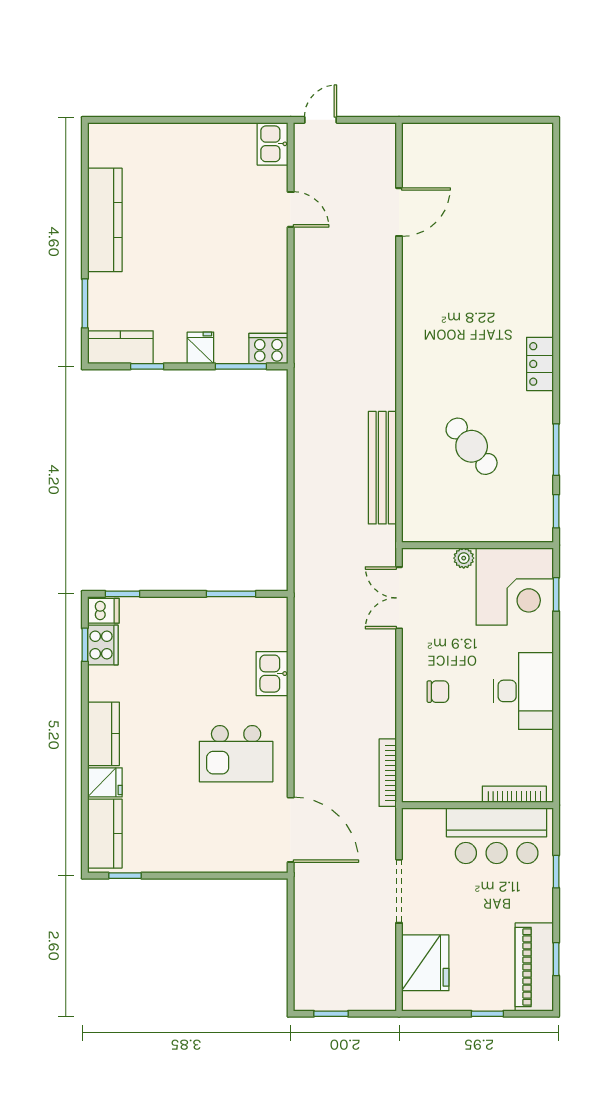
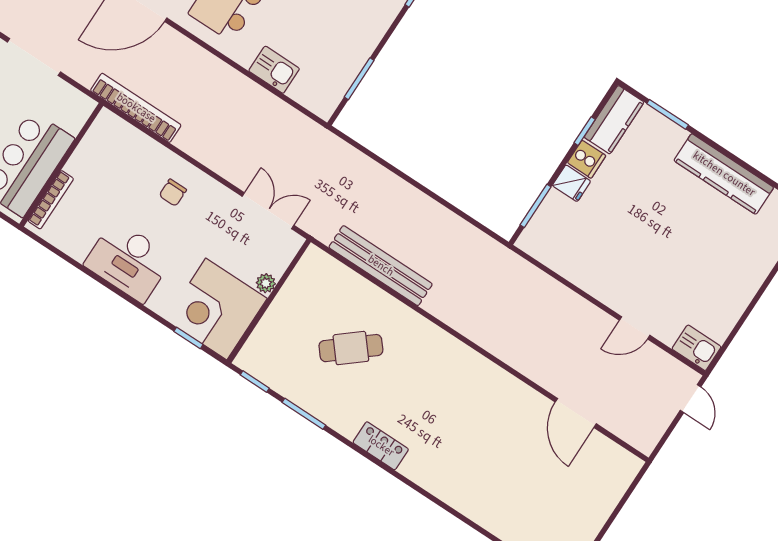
cooker: (268, 349) -> (587, 159), moved, width x0.73
bookcase: (388, 773) -> (136, 108), width x1.48, depth x1.31

